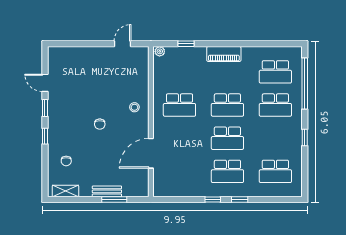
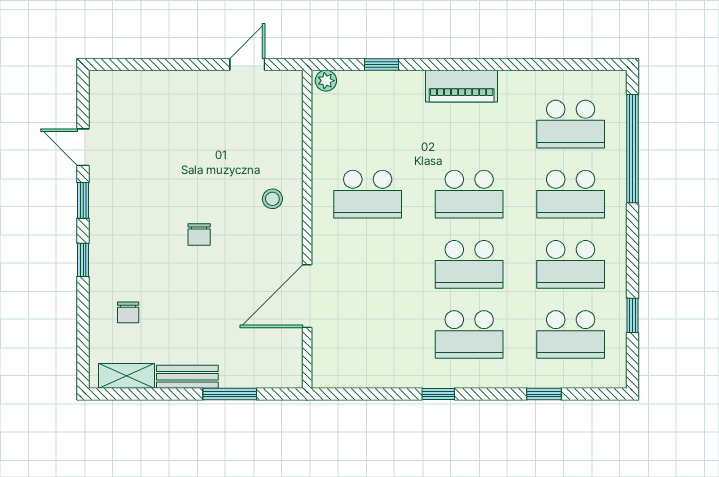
school desk: (275, 138) -> (571, 264), added
window: (305, 138) -> (633, 315), moved
bench: (107, 191) -> (187, 377), moved
window: (240, 200) -> (544, 394), moved

